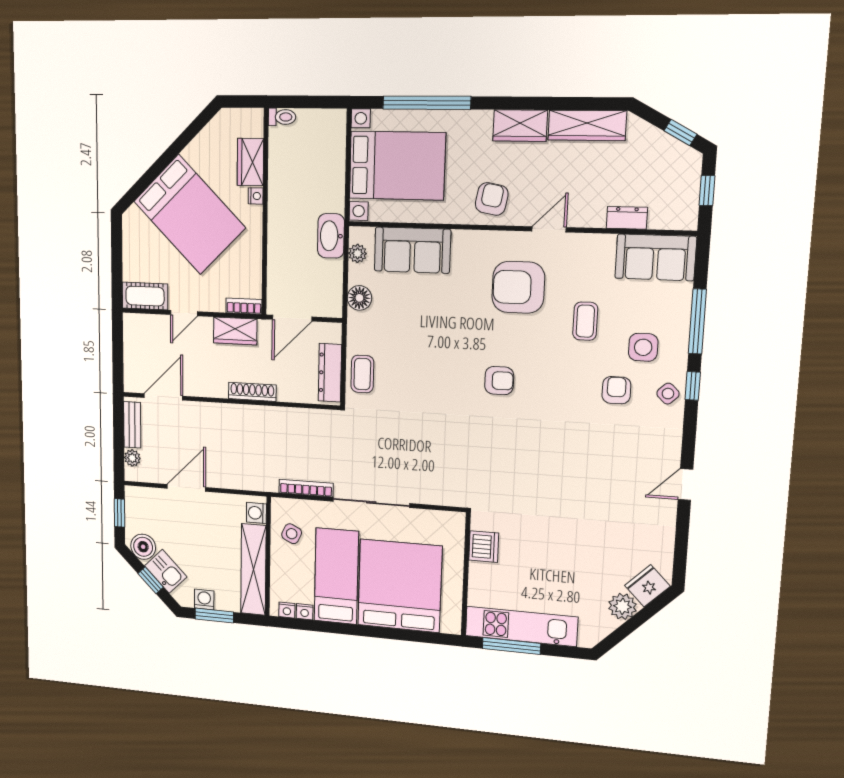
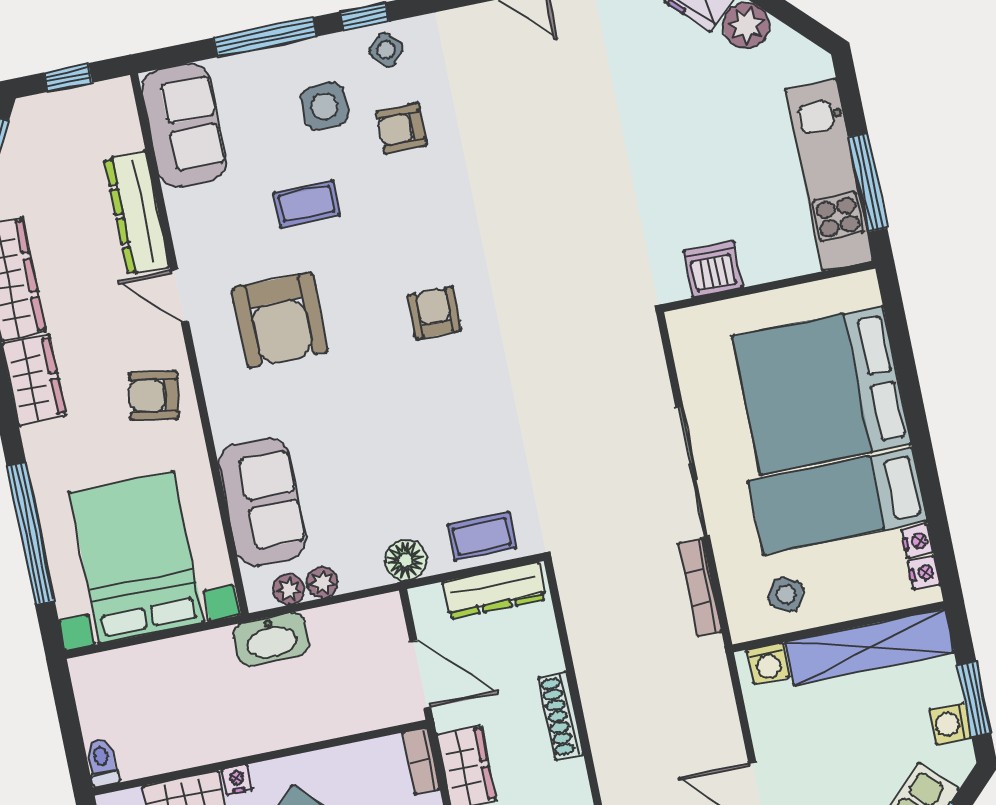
dresser: (627, 218) -> (137, 213), width x1.96, depth x1.24
plant: (357, 274) -> (322, 583), added
floor lamp: (359, 298) -> (406, 560), moved

